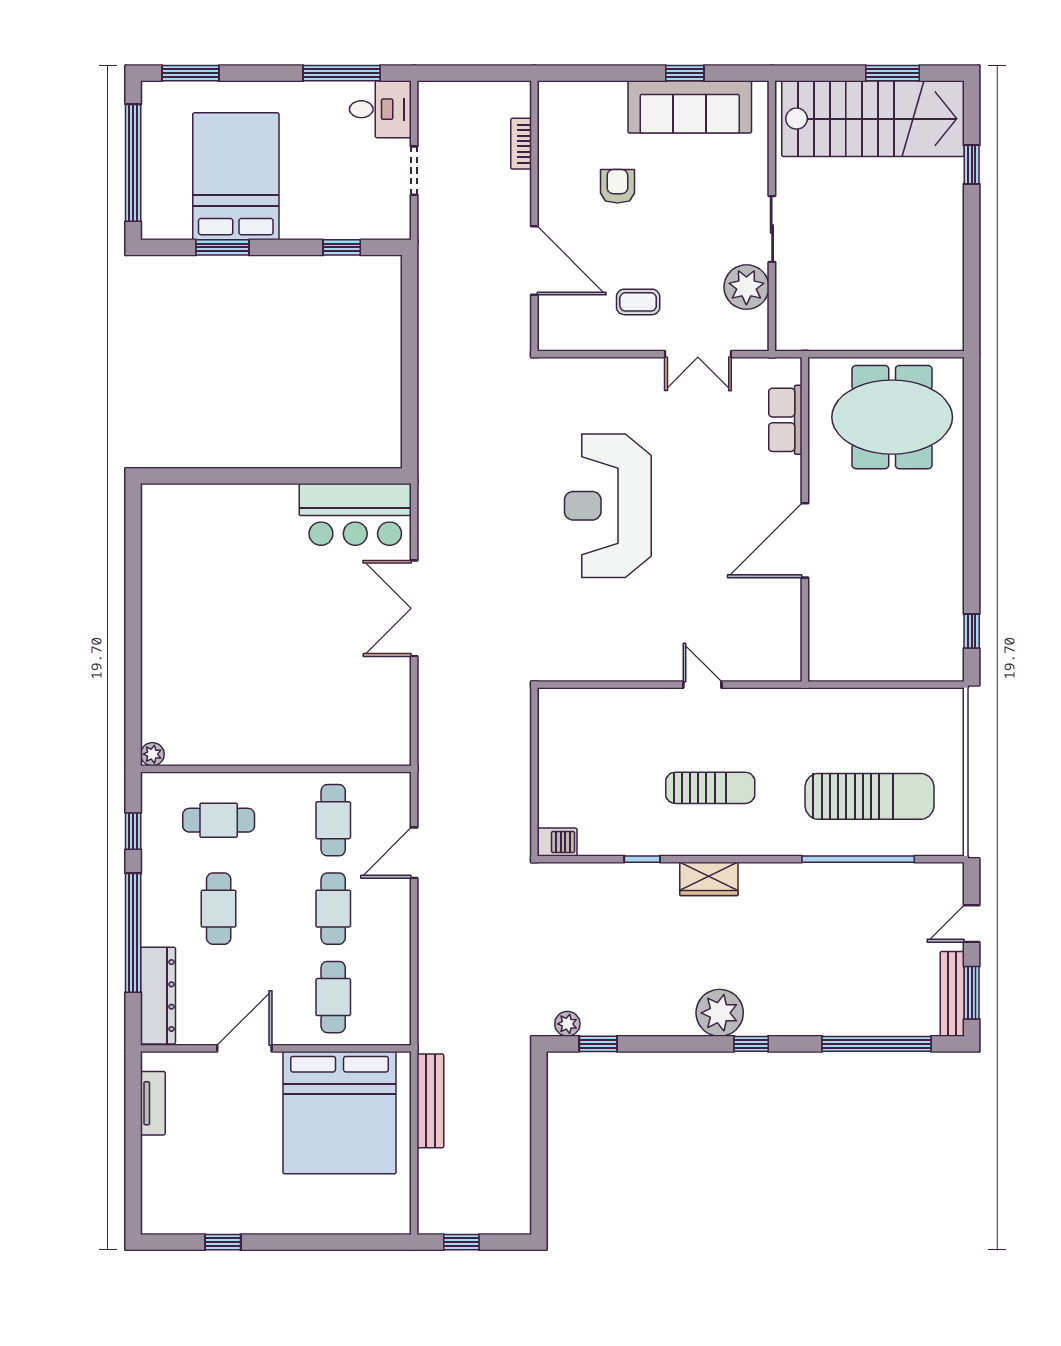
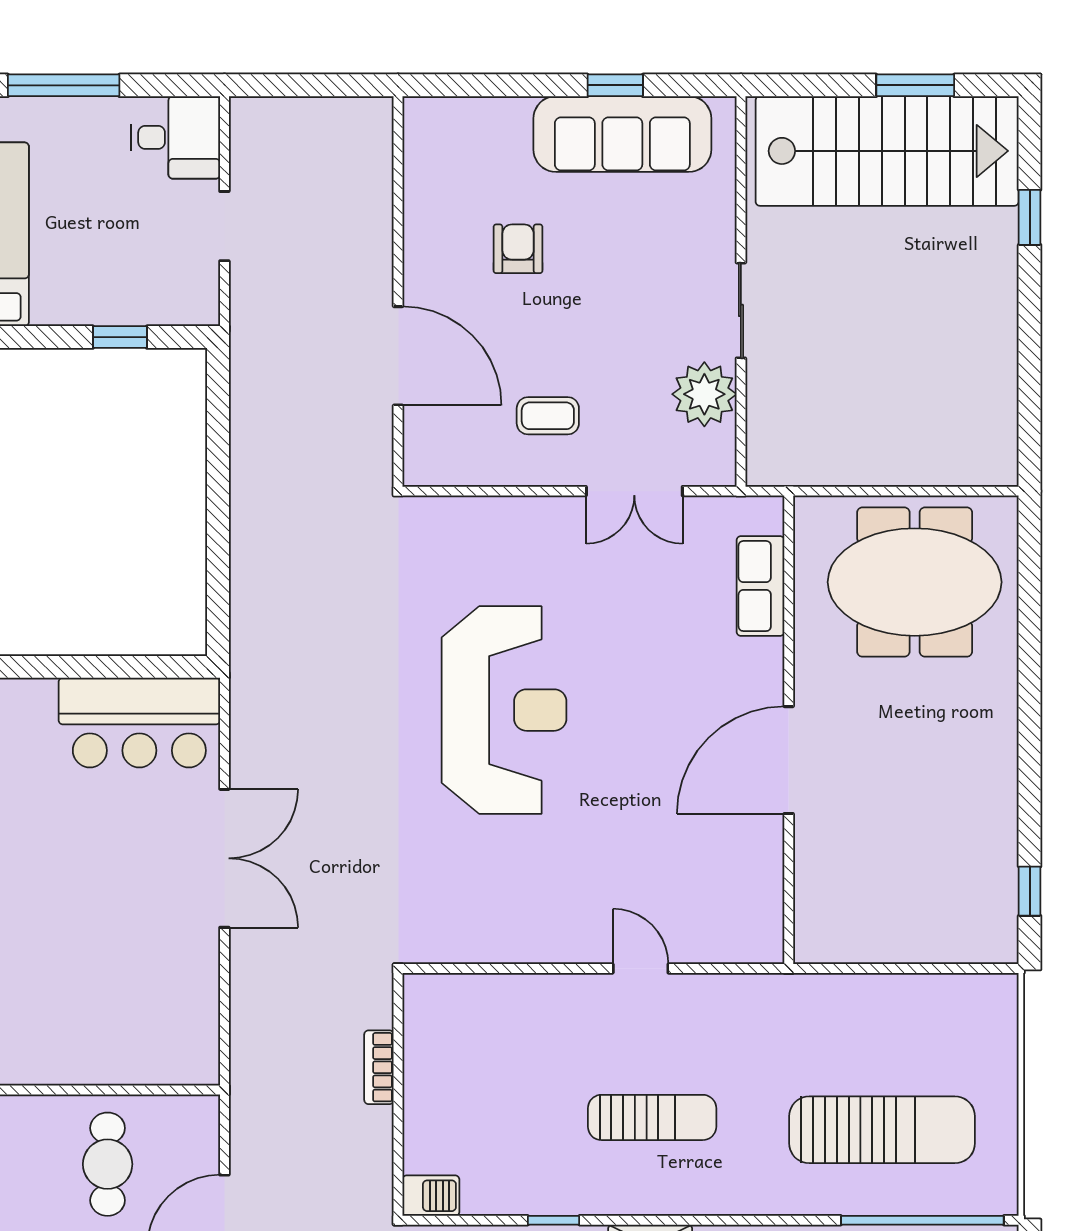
window: (342, 73) -> (64, 85), moved
bookcase: (521, 144) -> (379, 1067), moved
reception desk: (608, 506) -> (504, 710), turned 180
double door: (414, 608) -> (224, 858), swing flipped
window: (858, 859) -> (922, 1220), moved

